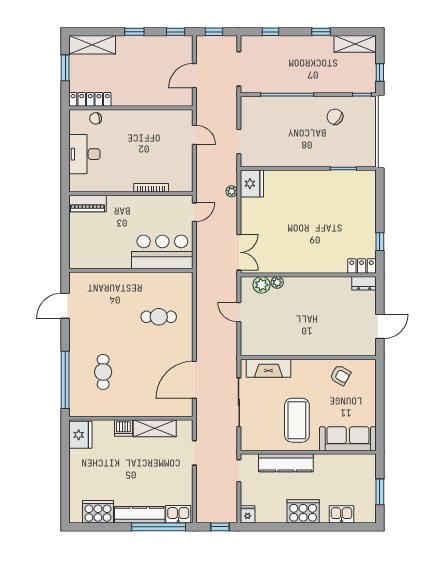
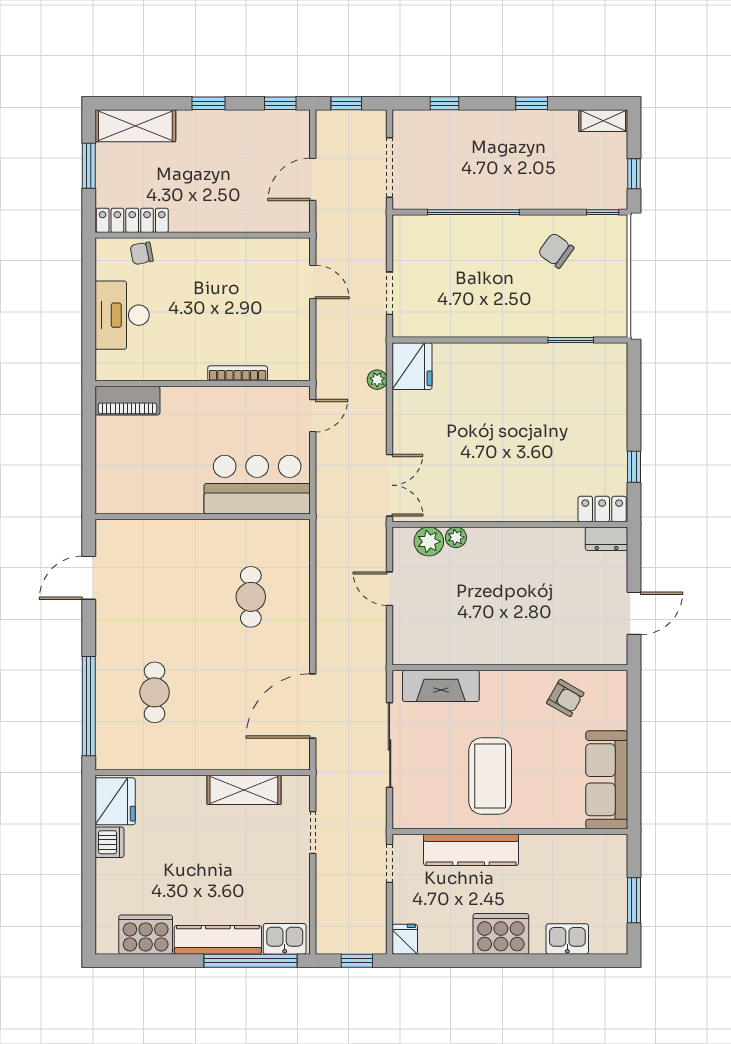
shelving: (355, 44) -> (603, 121), width x0.67, depth x0.75
cafe table: (159, 317) -> (251, 597), turned 90
dishwasher: (123, 428) -> (110, 842), moved, turned -90
sofa: (348, 439) -> (607, 780), moved, turned -90

